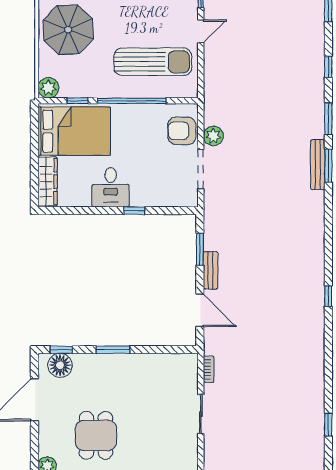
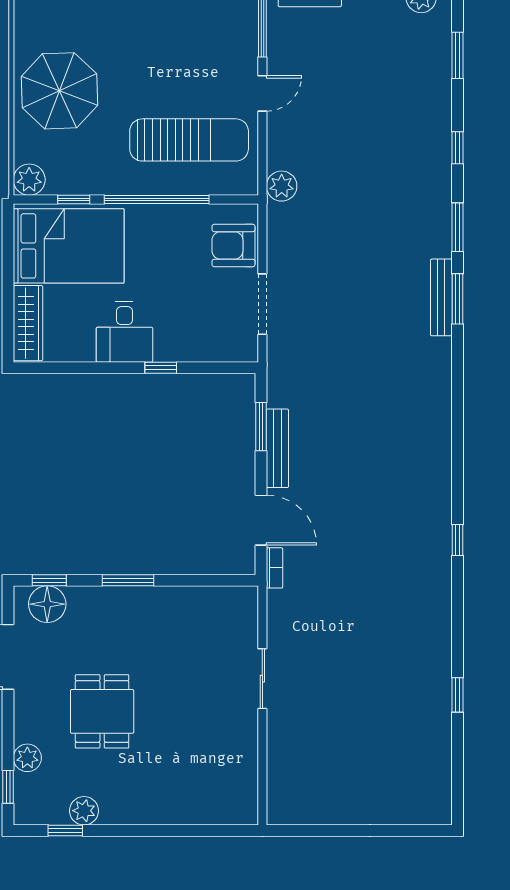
plant: (213, 136) -> (282, 186), moved
bench: (211, 270) -> (277, 448), width x1.36
window: (328, 296) -> (457, 540), moved
bookcase: (209, 369) -> (275, 568), moved

